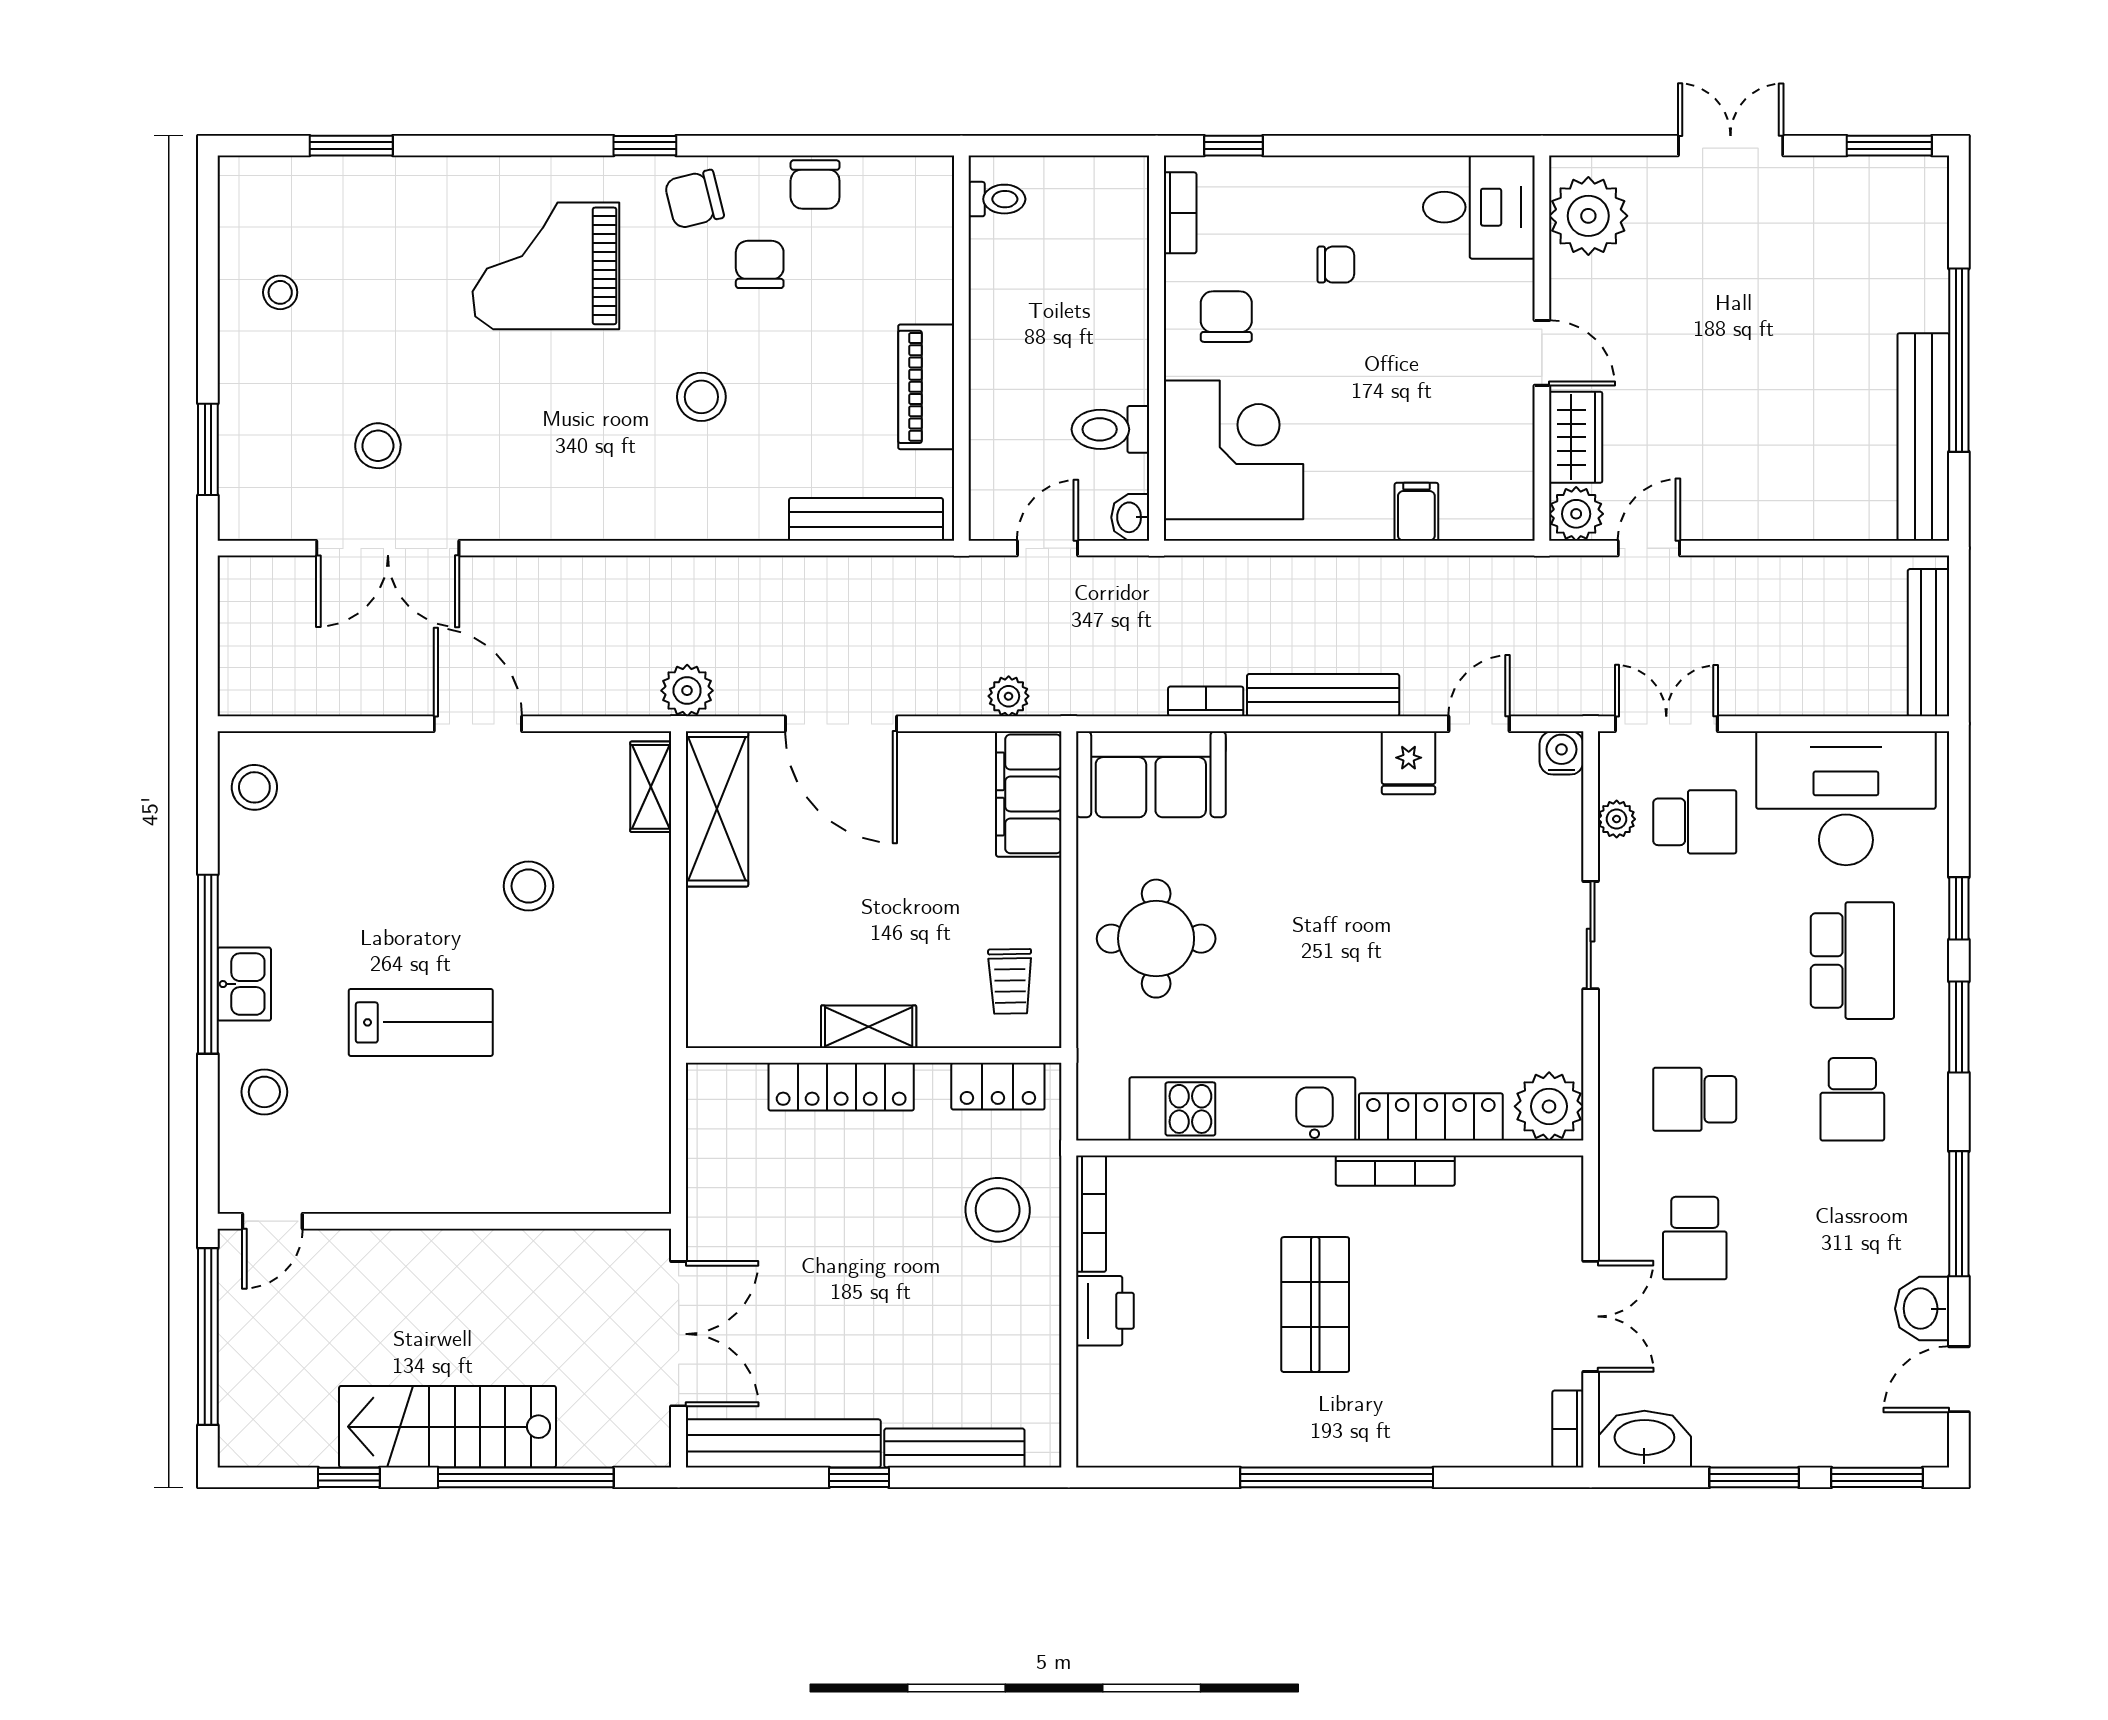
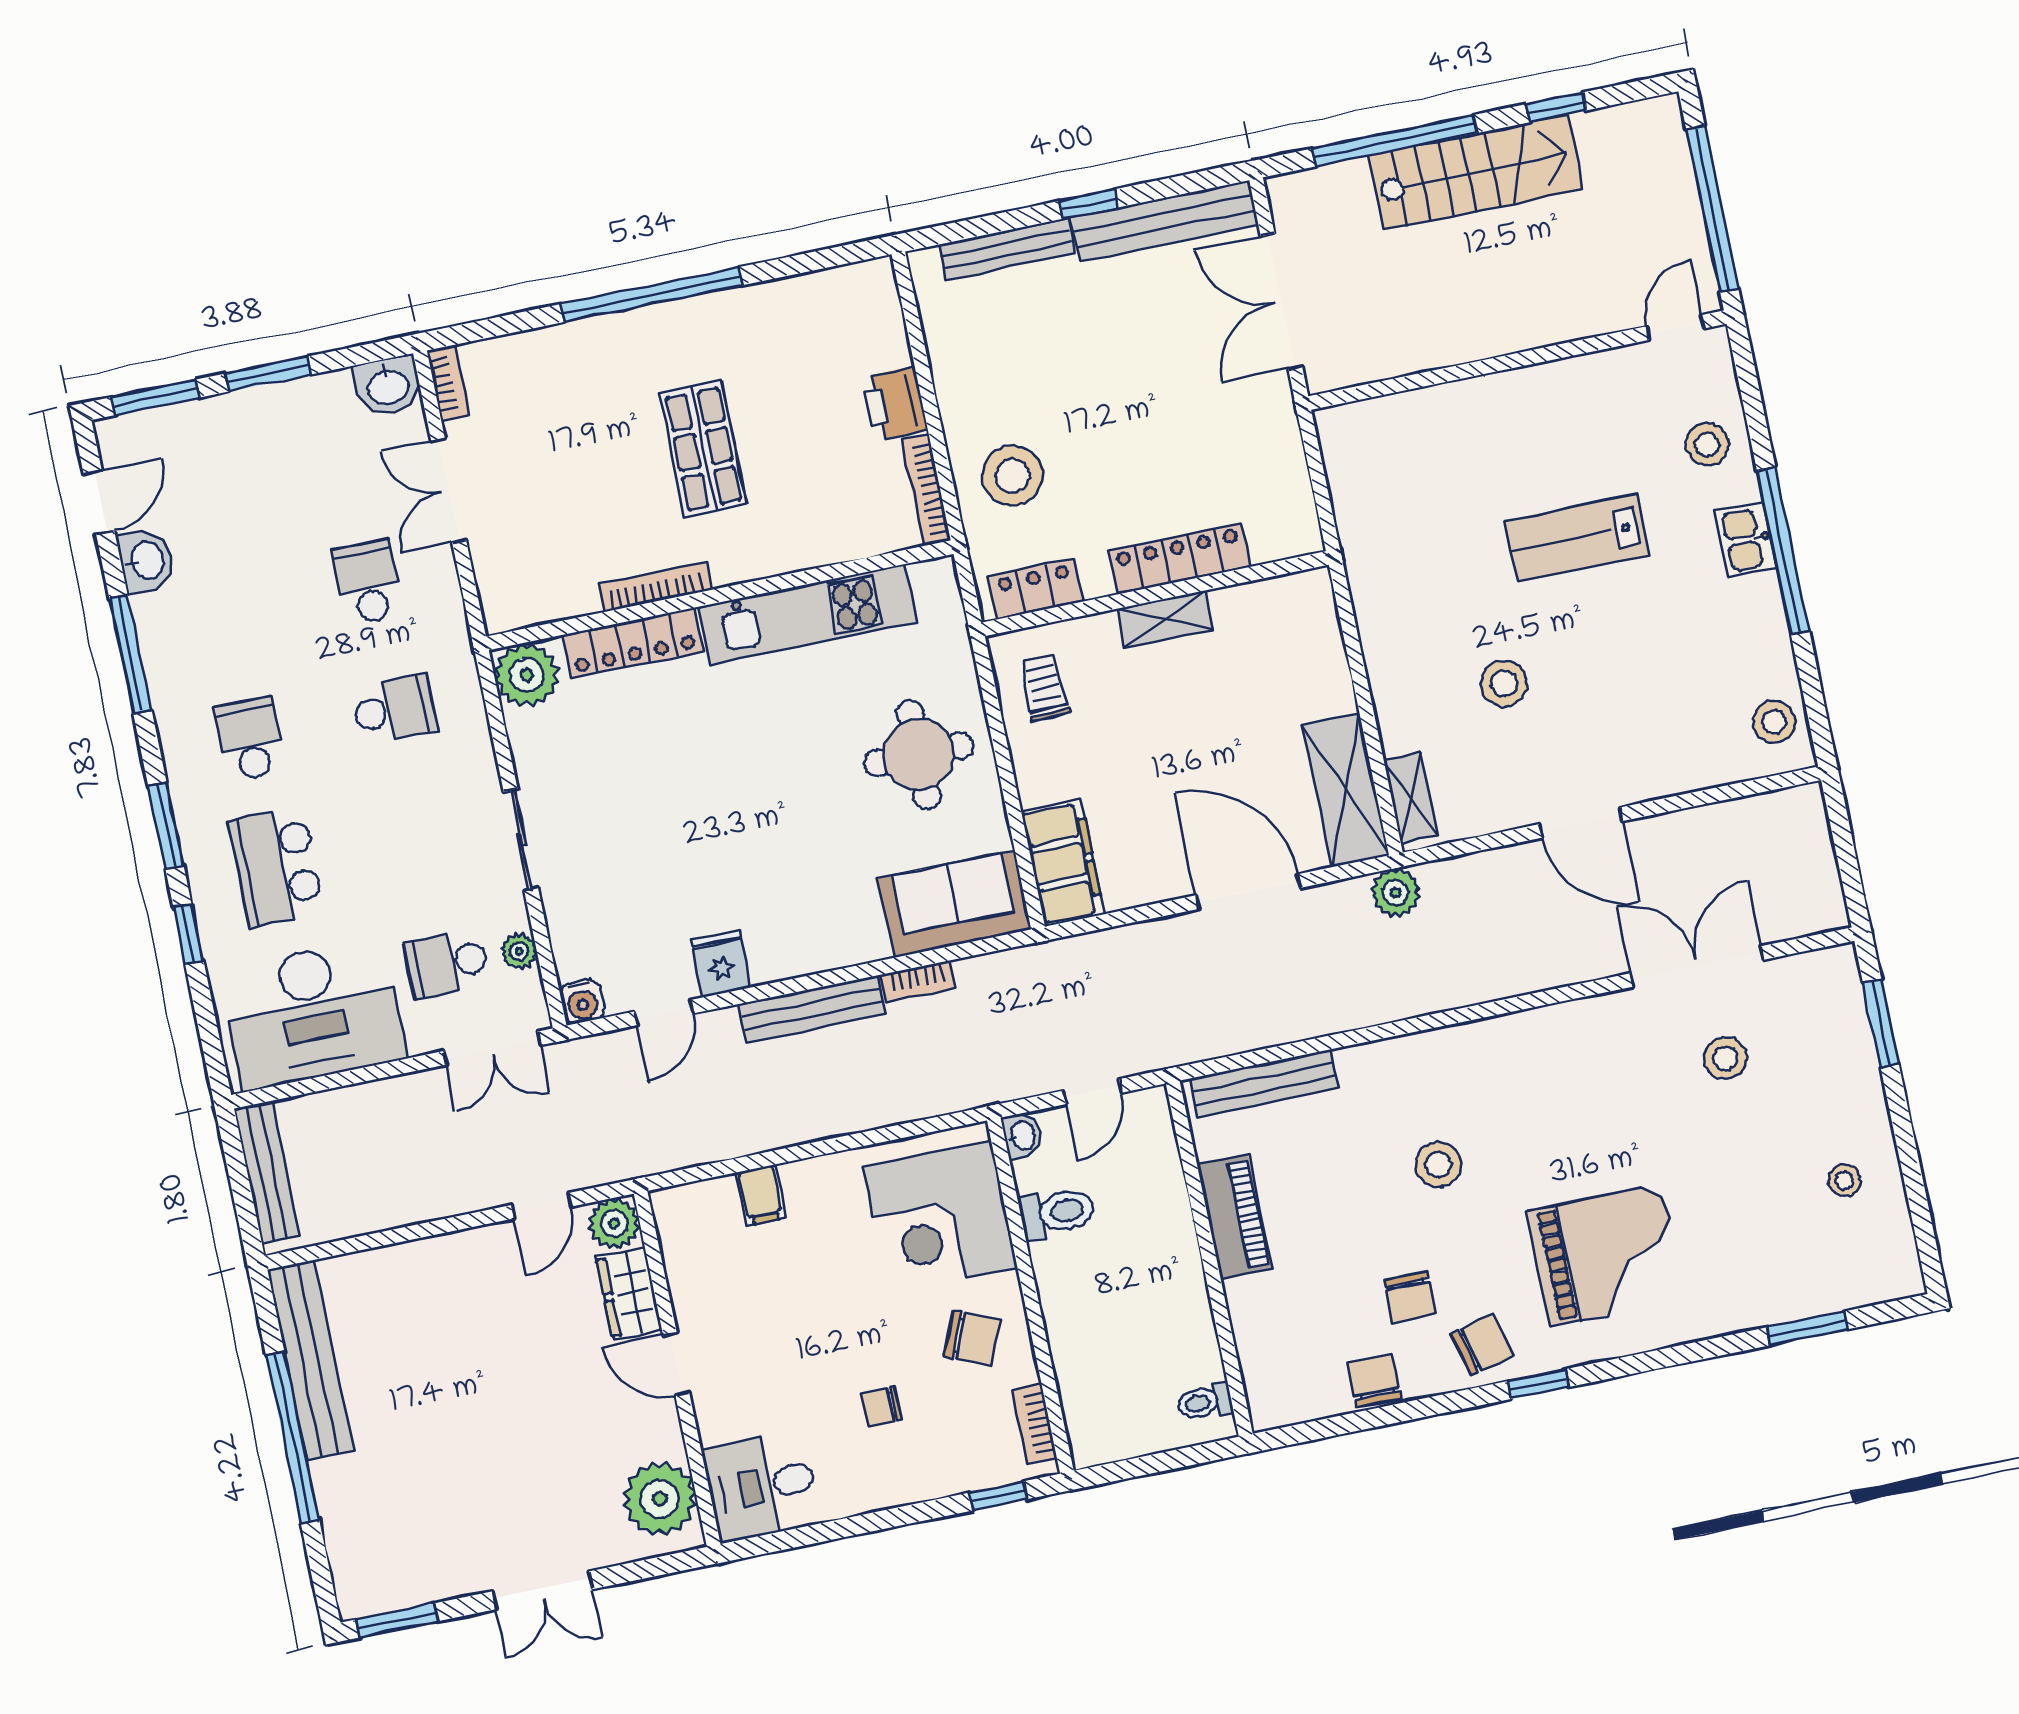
chair: (1226, 317) -> (972, 1338), turned -68
plant: (1009, 696) -> (1100, 948), removed
washbasin: (1644, 1439) -> (388, 386), width x0.72

